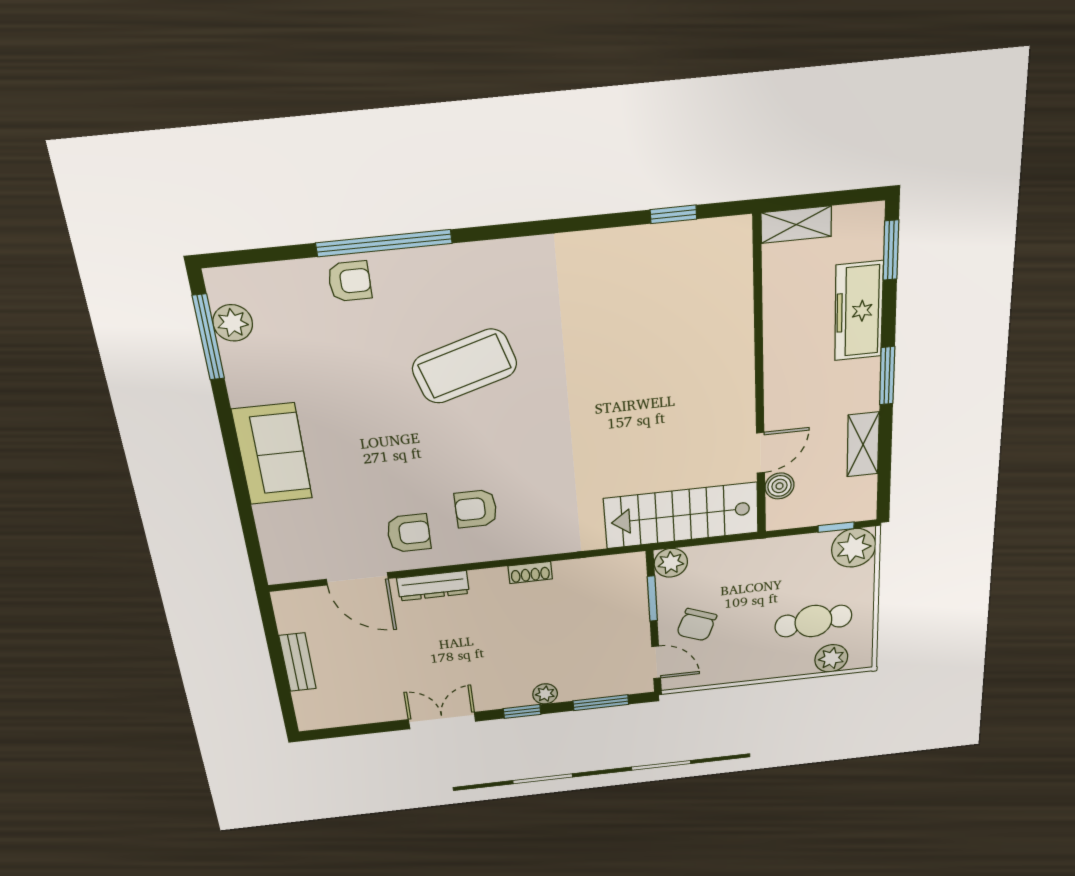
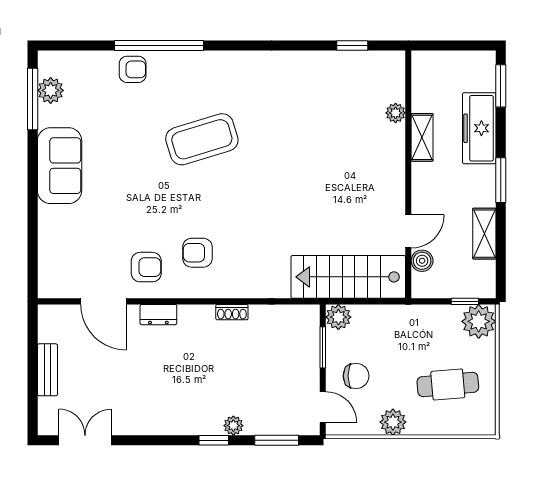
shelving: (796, 225) -> (422, 137), moved, turned 90
plant: (740, 303) -> (396, 113), added
sofa: (272, 454) -> (60, 166), moved
dresser: (433, 586) -> (158, 315), width x0.70
chair: (697, 625) -> (356, 376), turned -112
plant: (831, 658) -> (393, 422), moved
double door: (442, 720) -> (85, 440), moved

